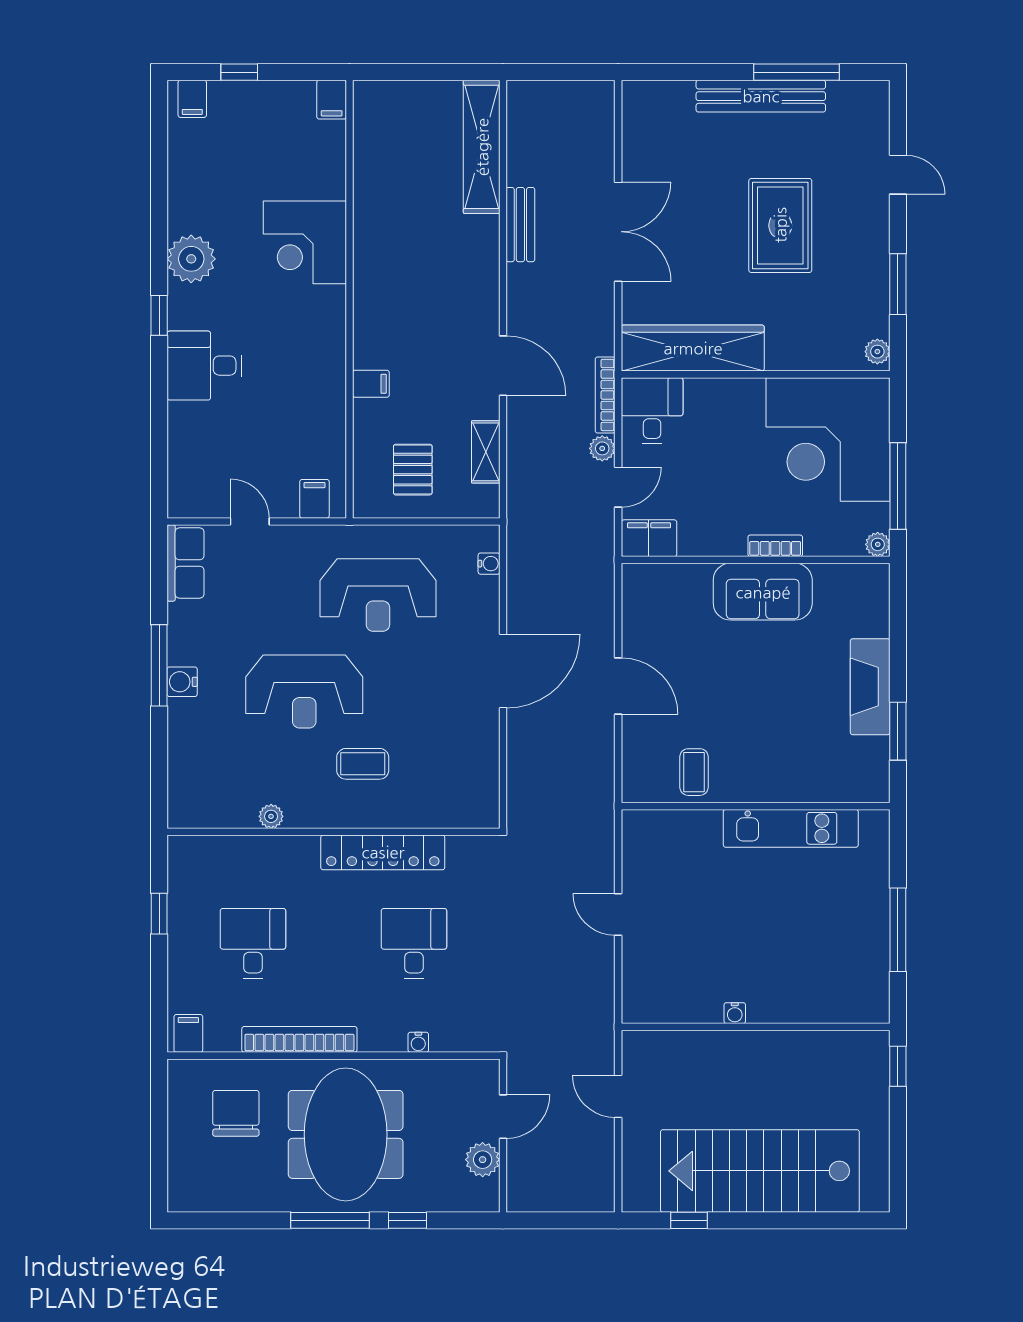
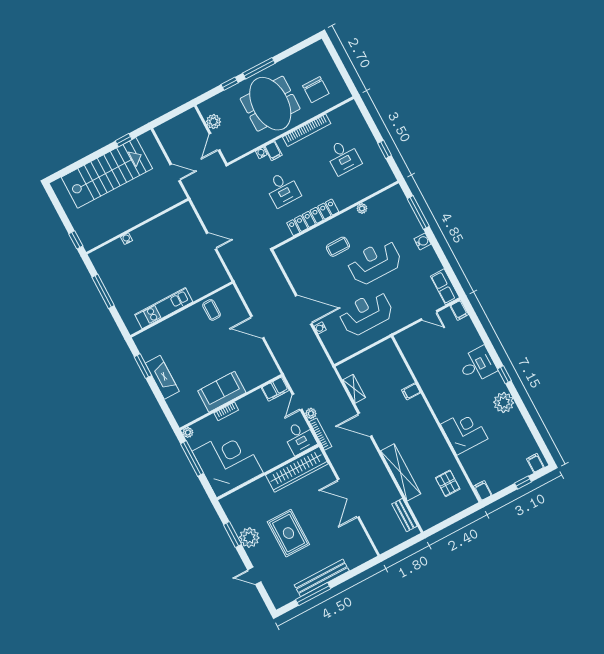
shelving: (482, 147) -> (401, 472), moved
bench: (520, 225) -> (404, 515), moved
plant: (877, 352) -> (249, 538), moved, width x1.87, depth x1.87
pallet: (413, 470) -> (448, 483), moved
filing cabinet: (314, 499) -> (459, 310), moved
water cooler: (489, 564) -> (320, 328), moved
window: (159, 665) -> (418, 213), moved
door: (503, 671) -> (304, 310), swing flipped
water cooler: (735, 1013) -> (127, 239), moved
filing cabinet: (188, 1033) -> (273, 151), moved

